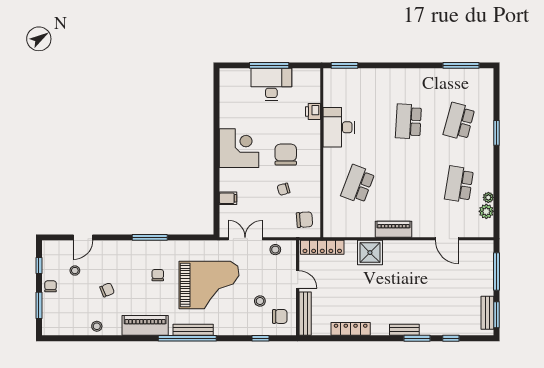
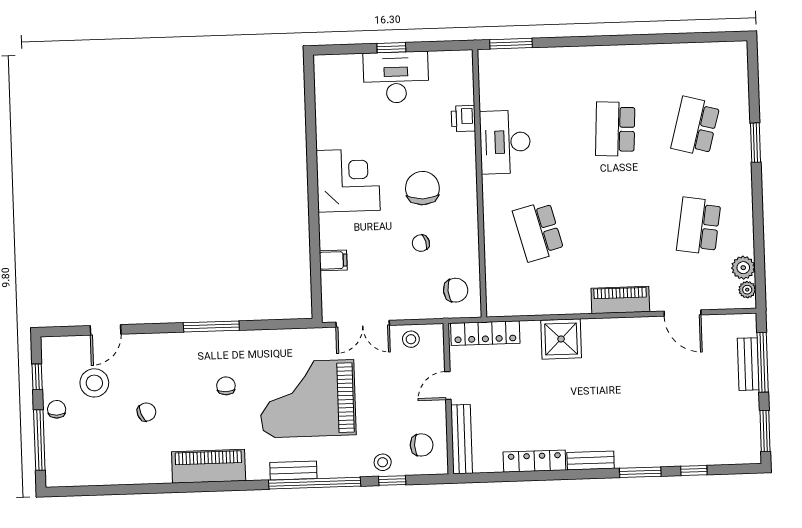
window: (269, 65) -> (391, 48), width x0.46
window: (461, 65) -> (696, 38), removed
school desk: (358, 184) -> (538, 231), turned -36
plant: (488, 197) -> (747, 290), moved
piano: (393, 229) -> (620, 300), moved
double door: (245, 239) -> (363, 324), swing flipped
stool: (75, 271) -> (94, 383), width x1.89, depth x1.89
door: (298, 280) -> (448, 386), swing flipped
grand piano: (209, 285) -> (308, 399), turned 180
stool: (260, 301) -> (383, 462), moved
window: (39, 305) -> (39, 440), width x1.44
bench: (487, 313) -> (748, 364), moved
stool: (97, 326) -> (132, 470), removed
bench: (193, 330) -> (293, 470), width x0.73
bench: (404, 330) -> (591, 461), moved
window: (187, 338) -> (315, 483), moved

